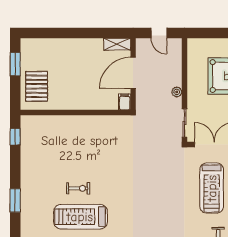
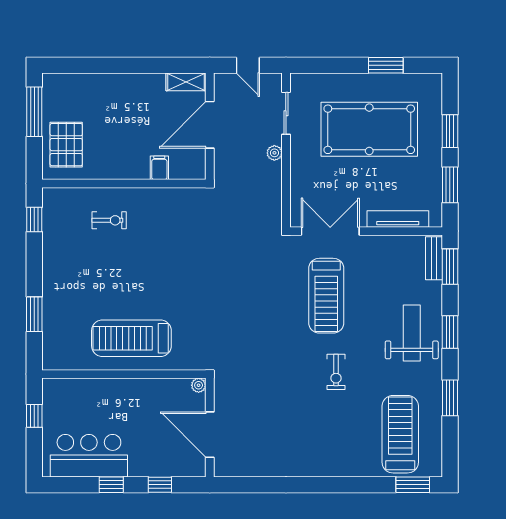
window: (15, 64) -> (34, 112), width x1.44
filing cabinet: (125, 102) -> (159, 168), moved
sliding door: (184, 123) -> (286, 113), moved
exercise bike: (78, 188) -> (109, 220), moved

